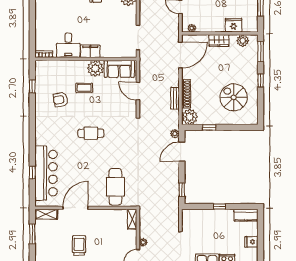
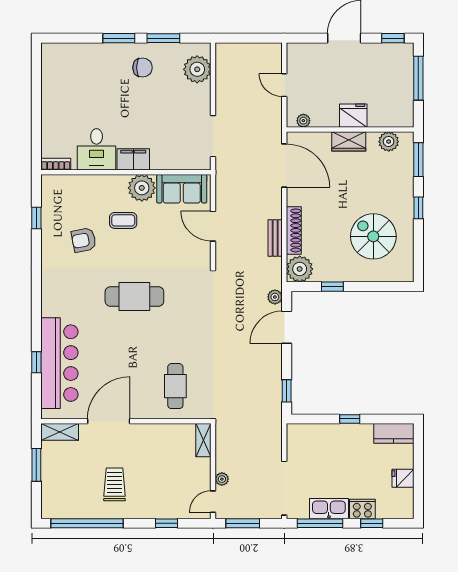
fridge: (234, 25) -> (353, 116), moved
door: (180, 55) -> (284, 166), hinge flipped
cafe table: (91, 133) -> (134, 296), width x1.37, depth x1.35
cafe table: (115, 187) -> (175, 386), width x0.73, depth x0.74

